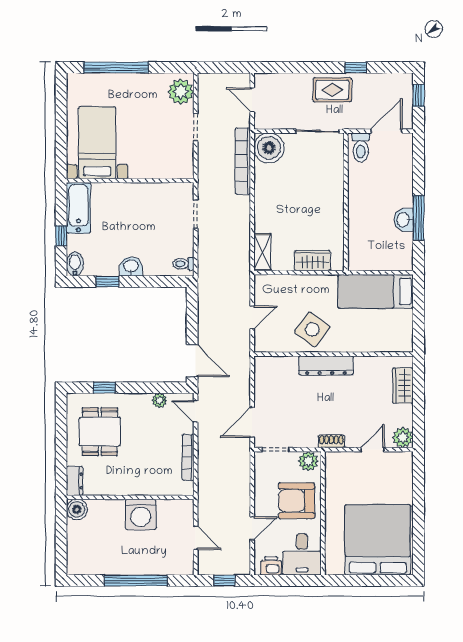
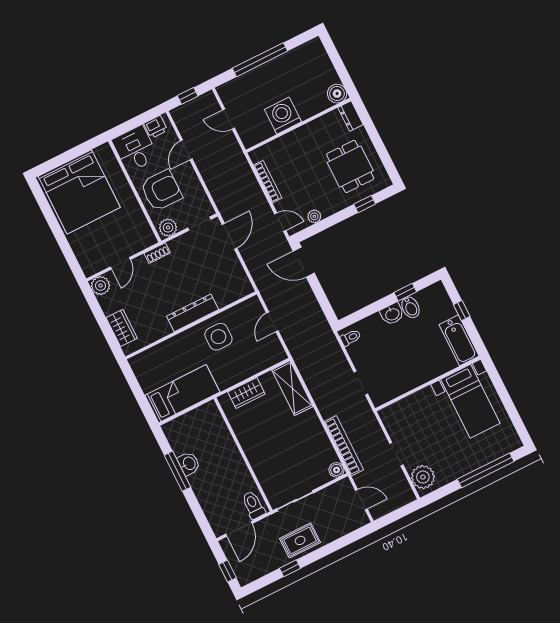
boiler: (269, 148) -> (336, 470), width x0.54, depth x0.54
shelving: (262, 252) -> (292, 388), width x1.50, depth x1.33
bidet: (75, 264) -> (410, 307), moved
side table: (312, 329) -> (218, 337), turned -37

